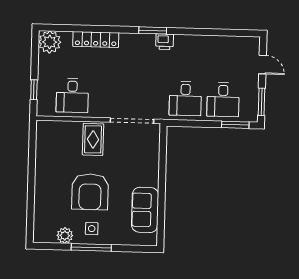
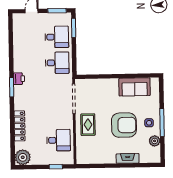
rug: (93, 139) -> (88, 125), turned 90
fireplace: (41, 195) -> (128, 158), added

